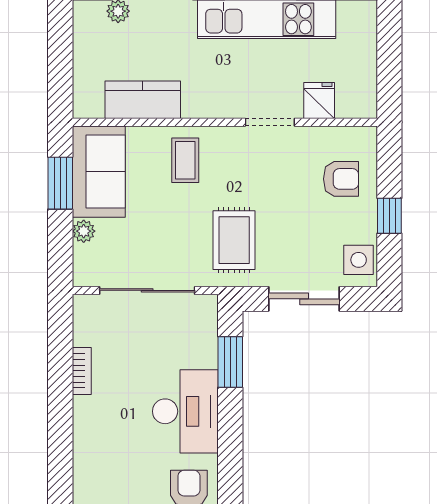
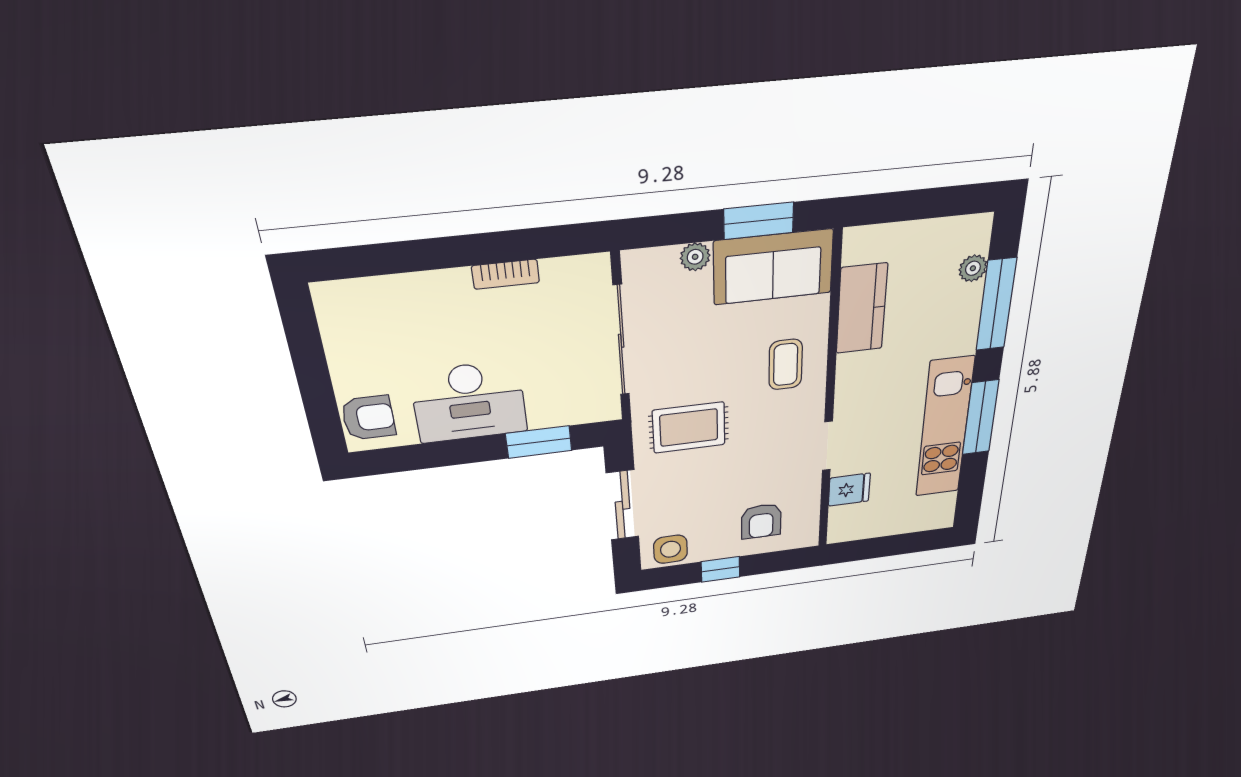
coffee table: (185, 160) -> (786, 365), turned 90

